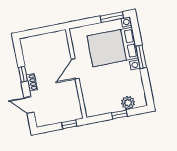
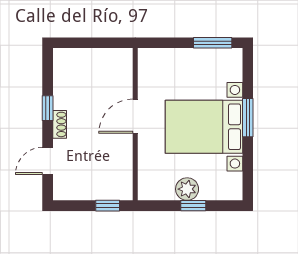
bed with nightstands: (113, 47) -> (204, 127), moved
plant: (128, 103) -> (187, 189), moved
door: (29, 105) -> (48, 161), hinge flipped

